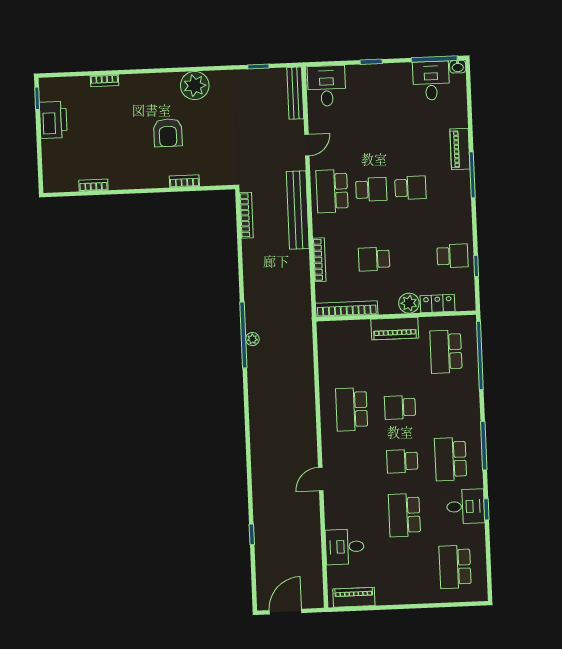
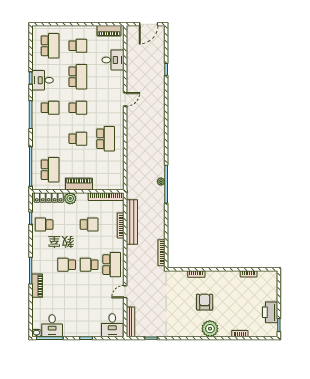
plant: (195, 86) -> (210, 329), moved
bench: (298, 210) -> (132, 222), moved
locker: (437, 304) -> (49, 198), width x1.53
school desk: (451, 459) -> (50, 108), width x0.54
school desk: (407, 569) -> (78, 46), added

